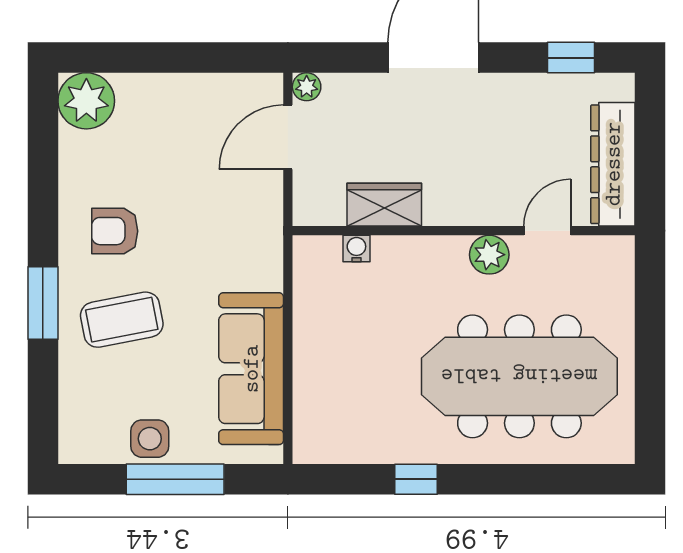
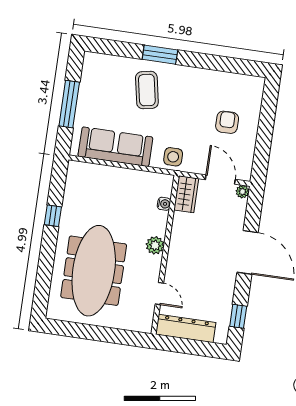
plant: (86, 101) -> (251, 88), removed
wardrobe: (384, 205) -> (186, 194), moved
armchair: (115, 231) -> (227, 122), moved
plant: (489, 255) -> (155, 245), moved
side table: (150, 439) -> (173, 157), moved

